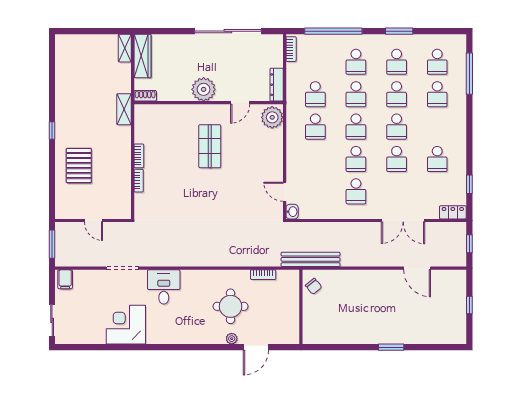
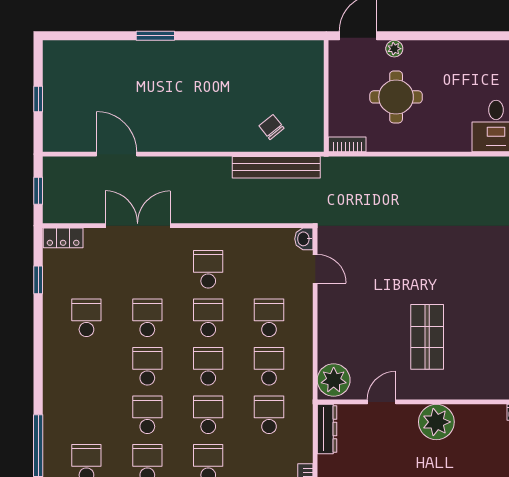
school desk: (437, 94) -> (269, 318), moved
wall: (301, 307) -> (326, 96), moved

